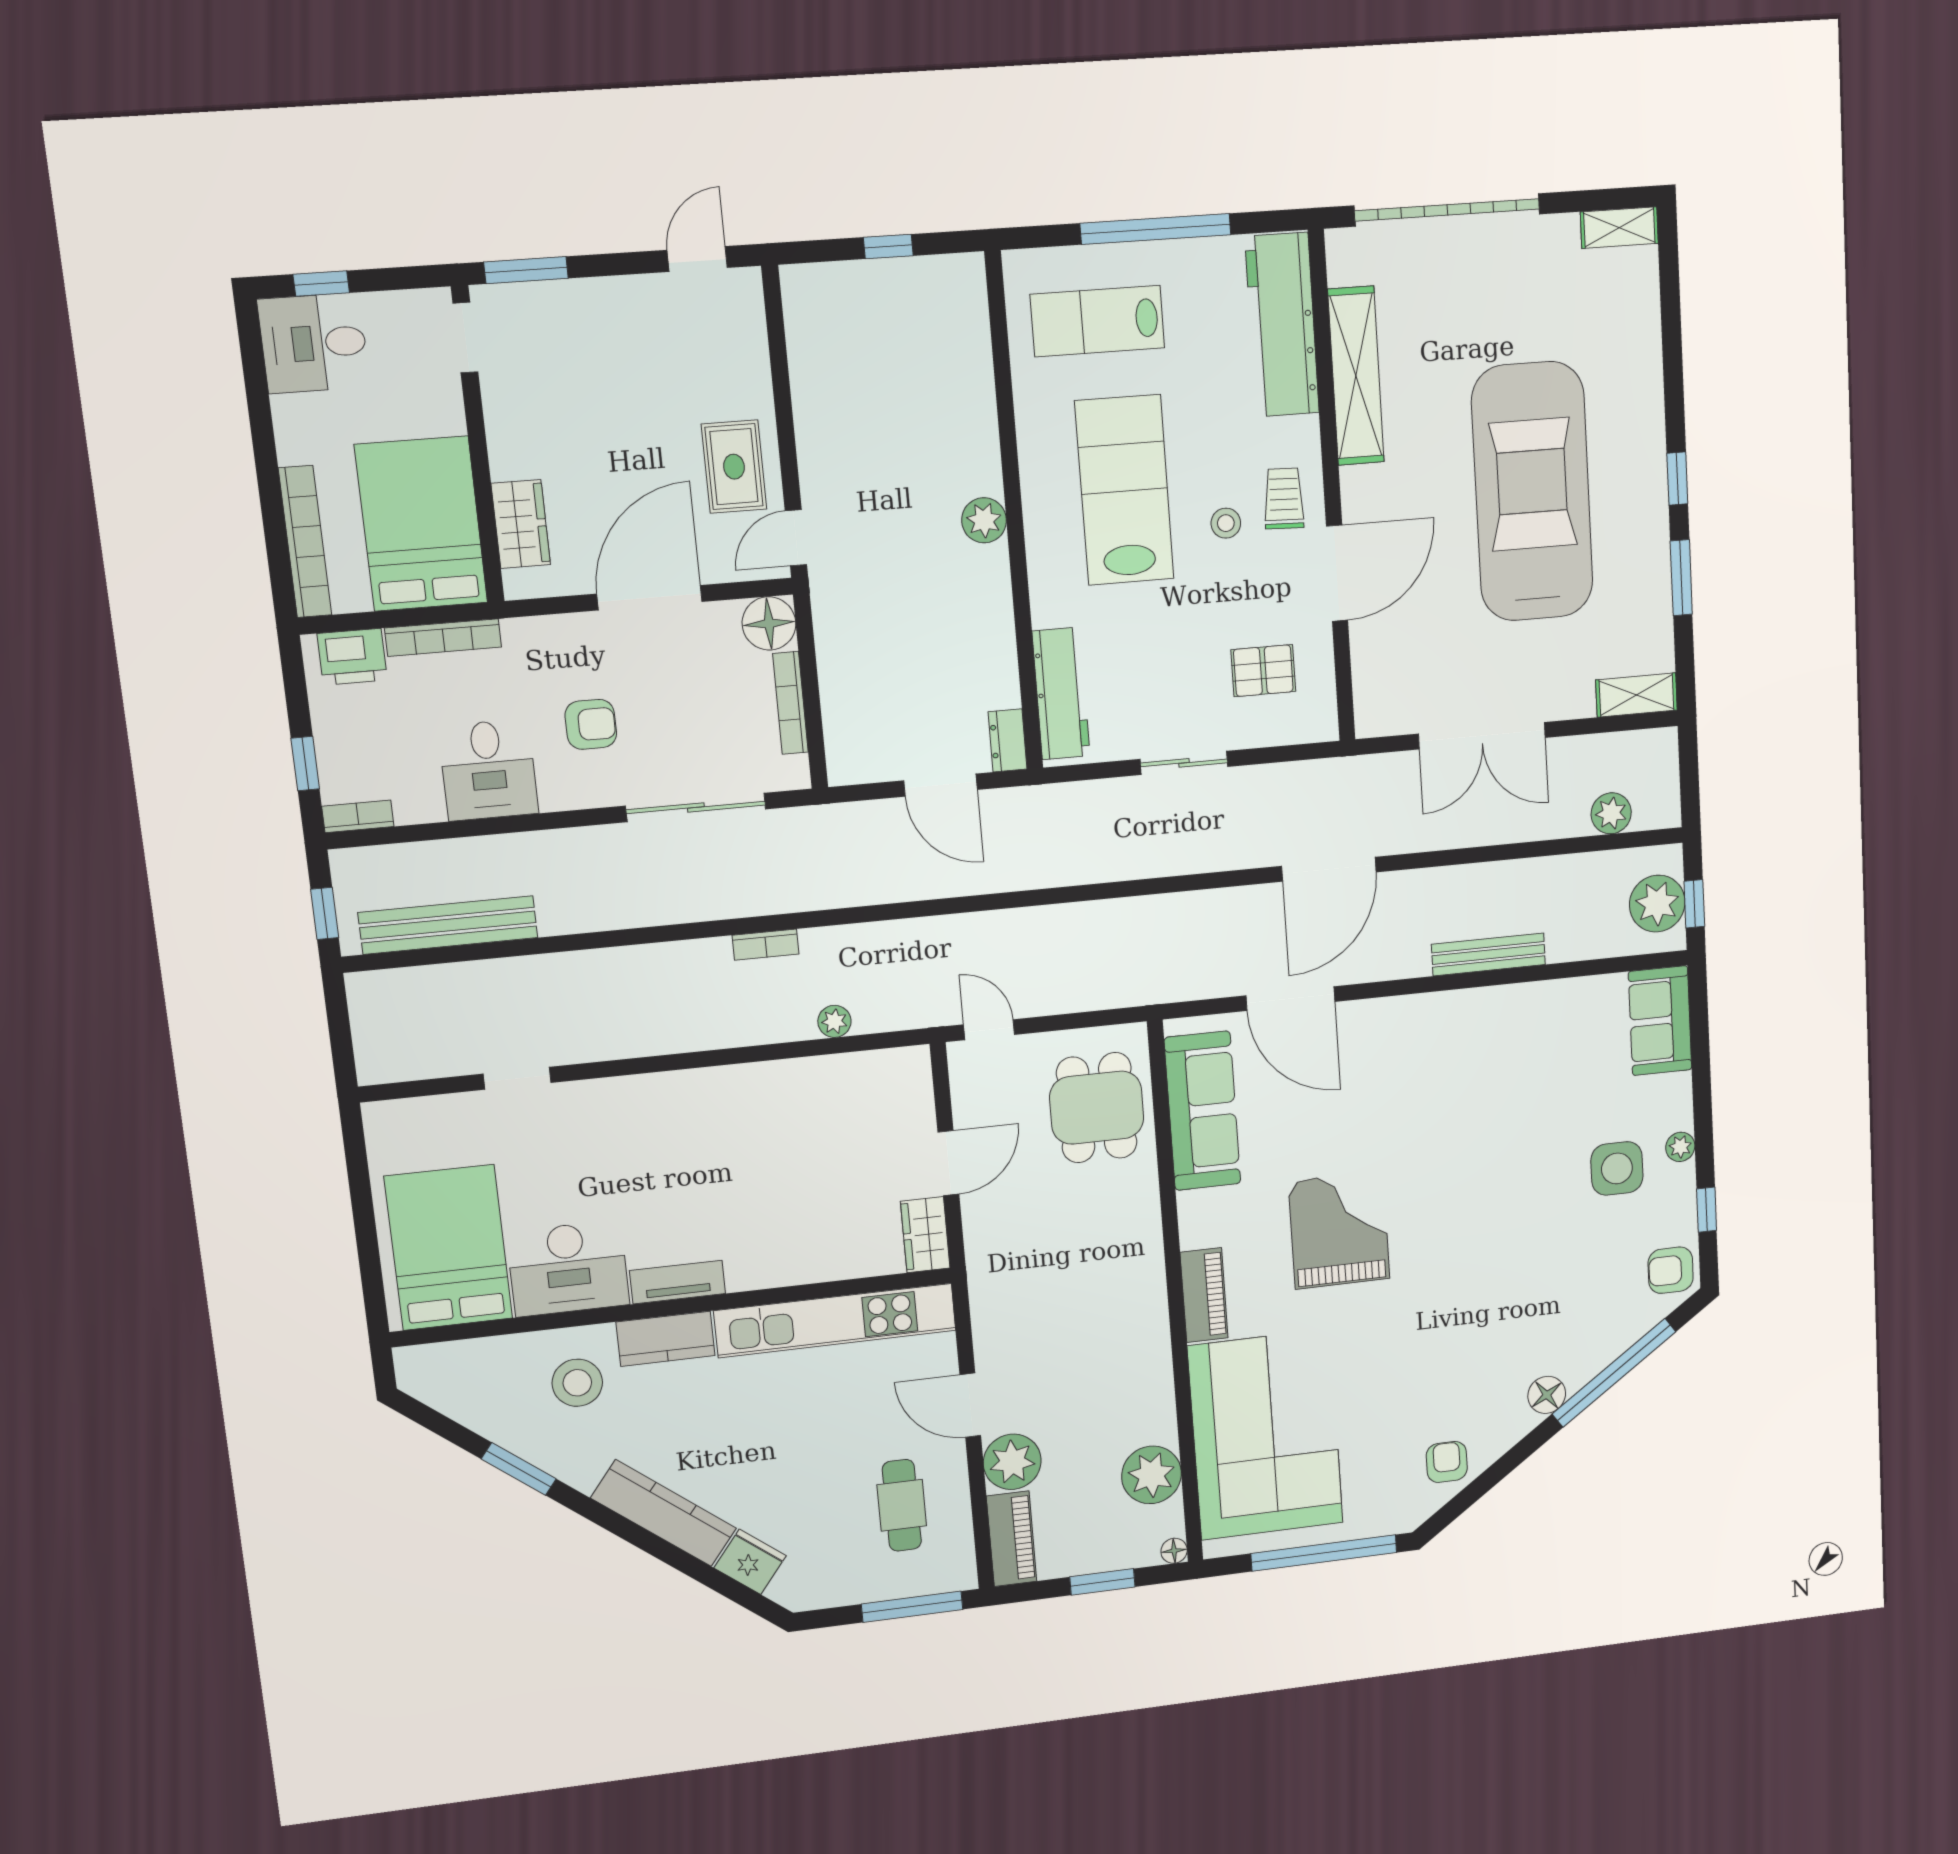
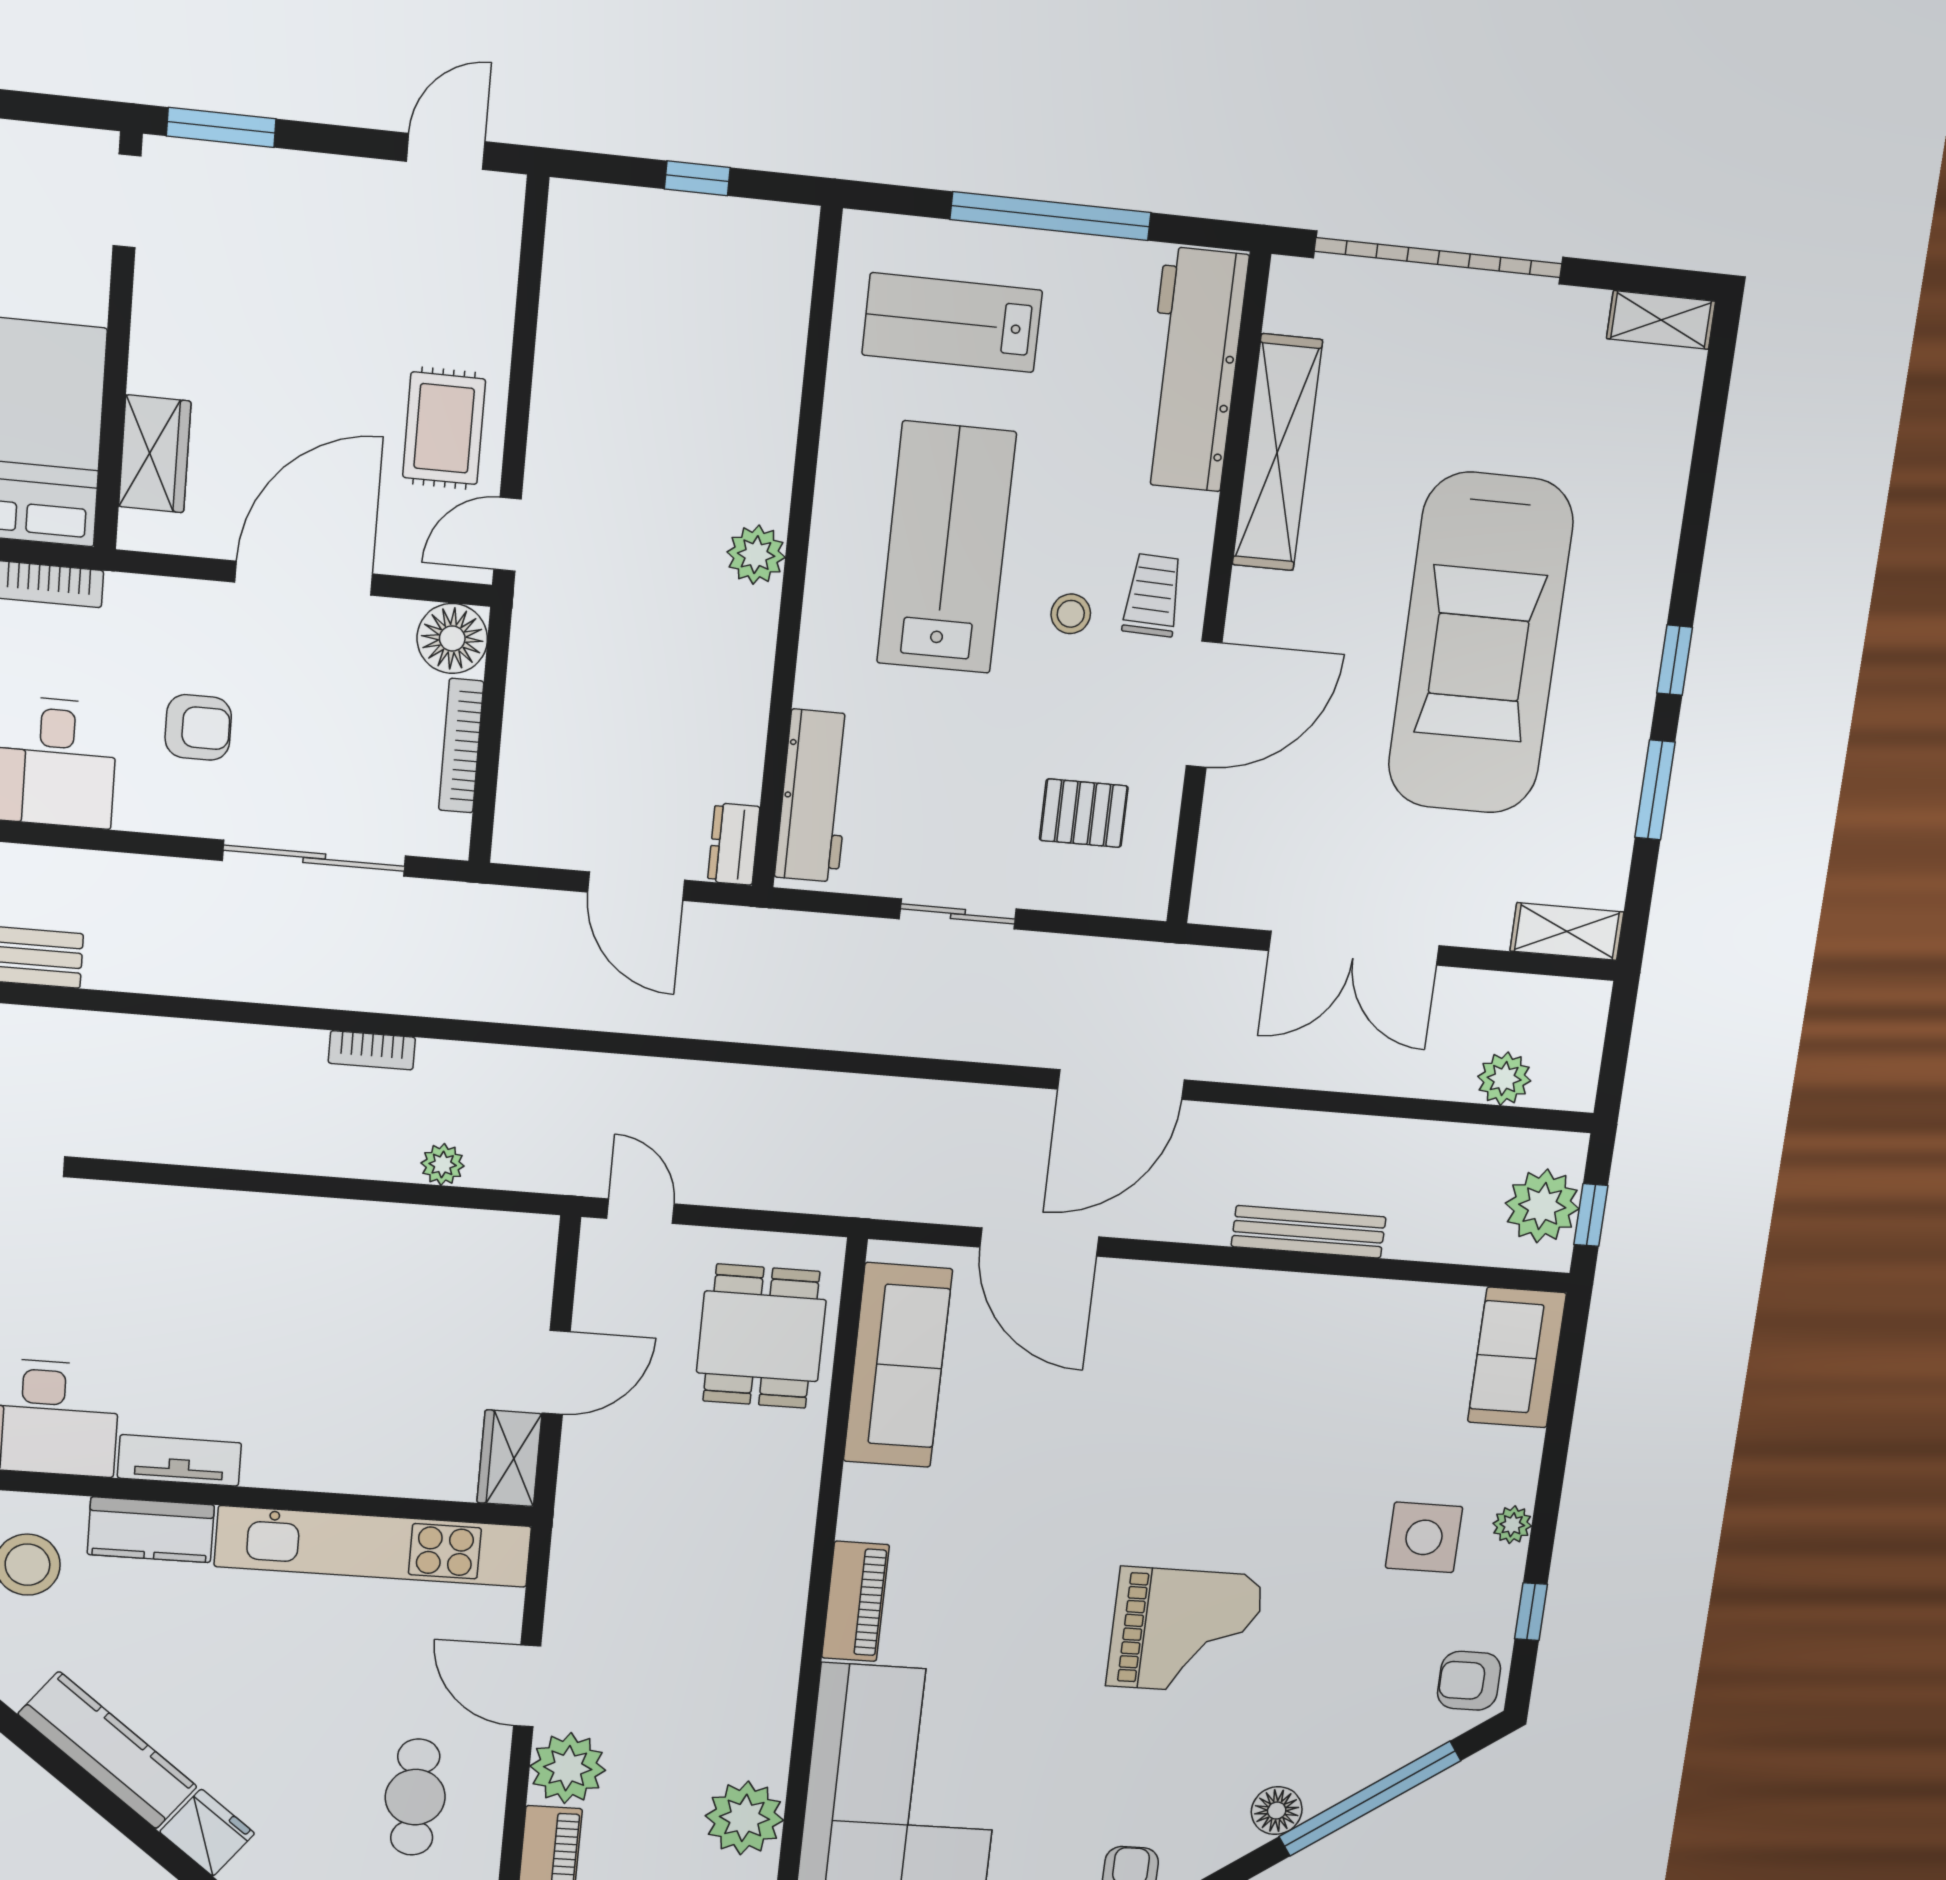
car: (1532, 492) -> (1480, 644), turned 180
grand piano: (1339, 1230) -> (1185, 1631), moved, turned 90

